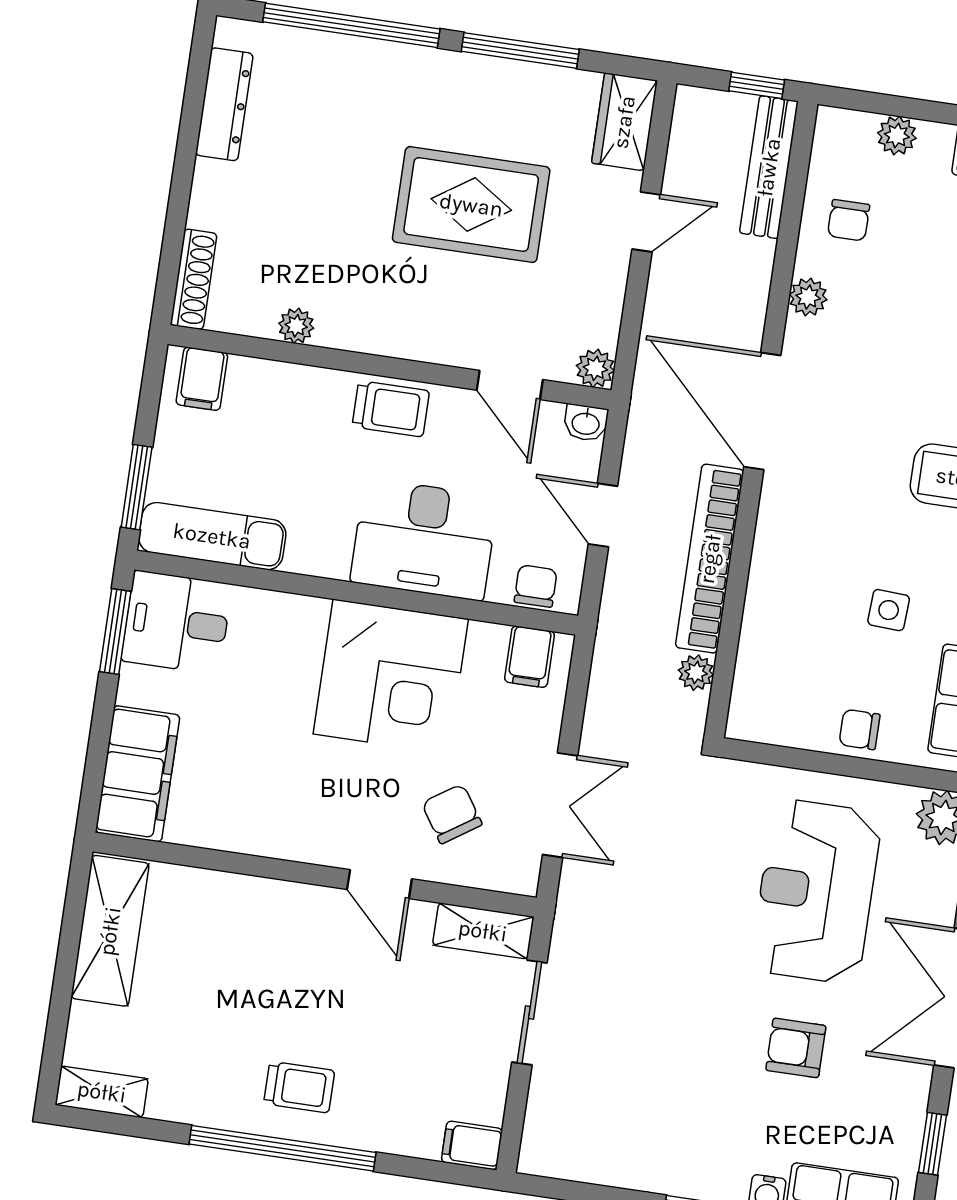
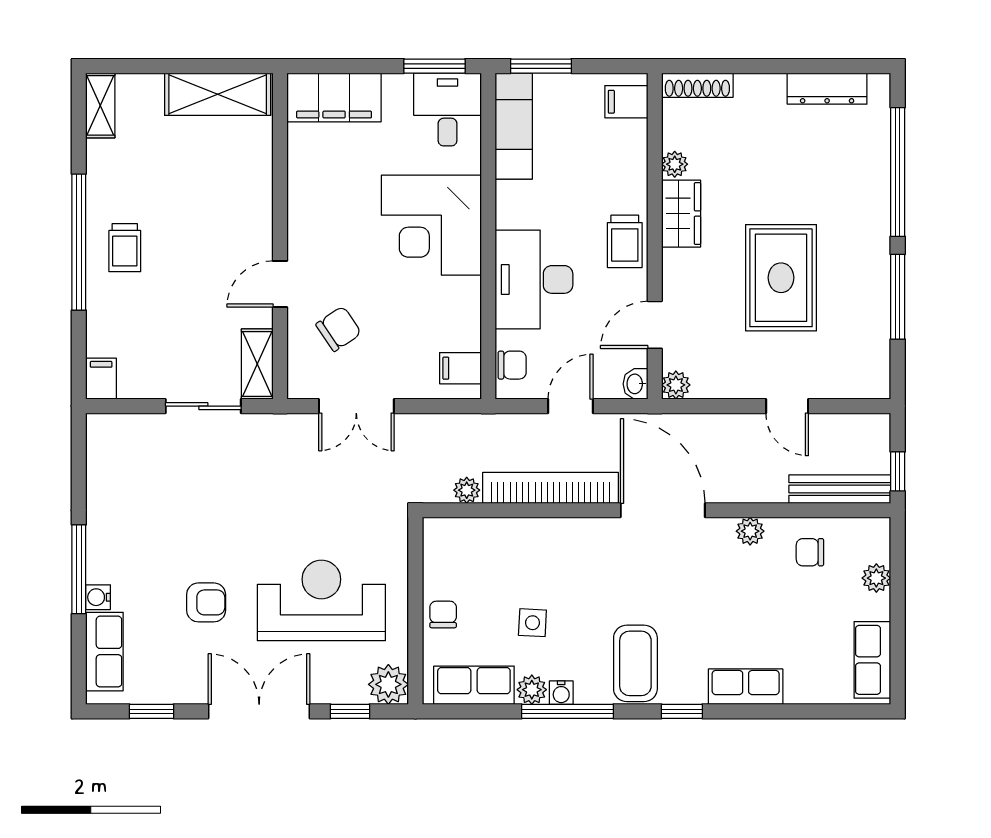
wardrobe: (624, 122) -> (681, 214), moved, turned 90
door: (762, 411) -> (663, 510), hinge flipped
corner desk: (391, 677) -> (431, 225), moved
armchair: (796, 1048) -> (206, 602), turned 90

